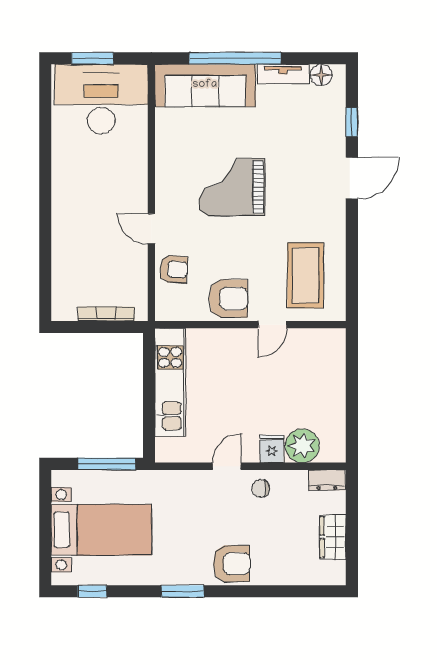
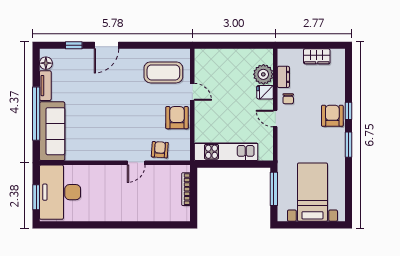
door: (352, 178) -> (106, 45), swing flipped
grand piano: (232, 187) -> (112, 116), removed
dresser: (327, 480) -> (283, 77), moved
window: (92, 591) -> (349, 111), moved

